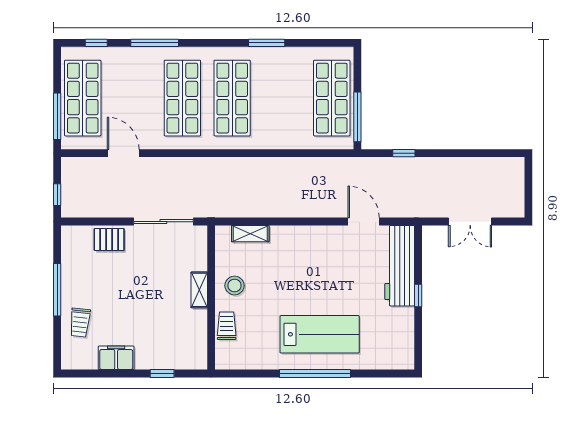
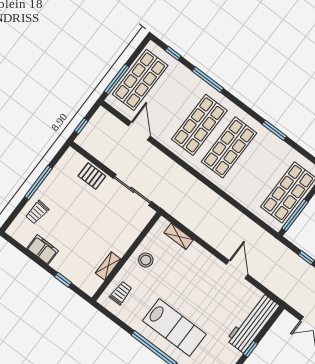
door: (364, 222) -> (237, 269), moved
shelving: (199, 290) -> (108, 266), moved
trolley: (227, 326) -> (121, 293), moved

